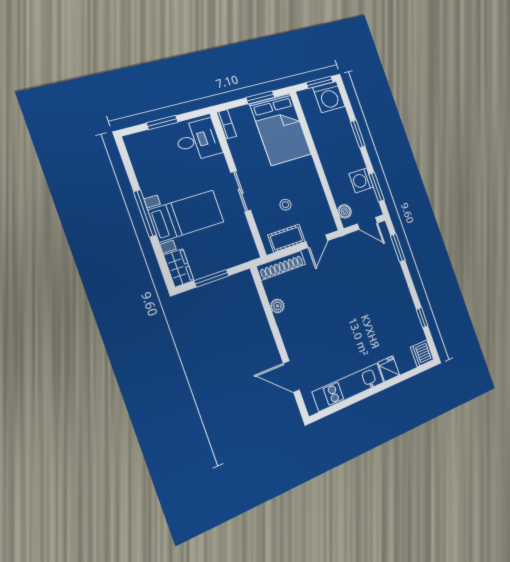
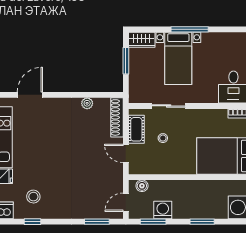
sliding door: (241, 191) -> (169, 106), moved
stool: (397, 327) -> (33, 197), added

